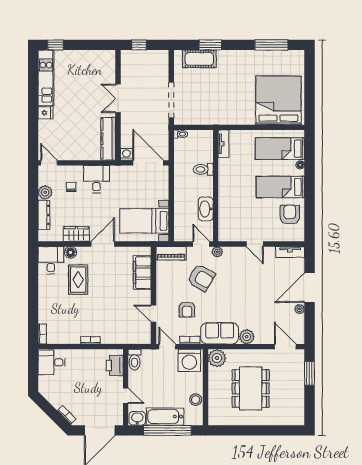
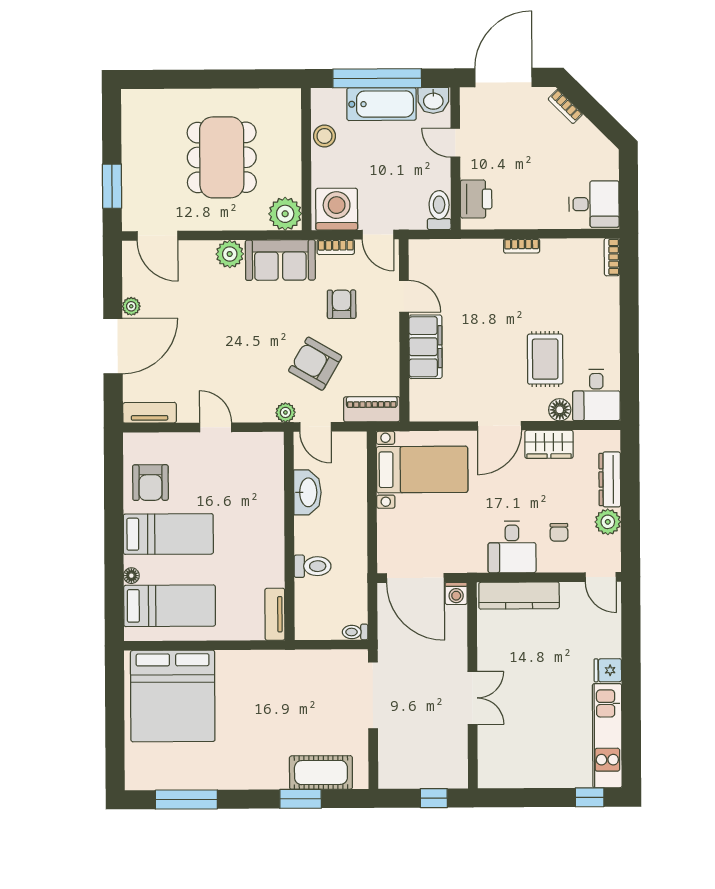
kitchen counter: (108, 139) -> (519, 596), moved, turned 90
filing cabinet: (142, 273) -> (425, 347), moved

